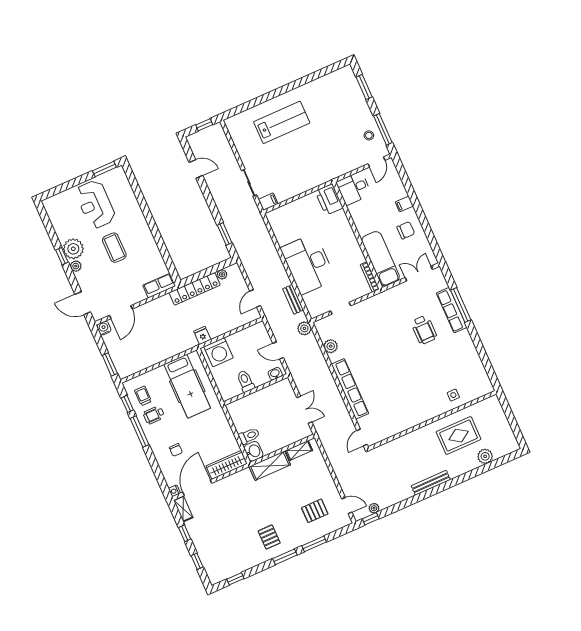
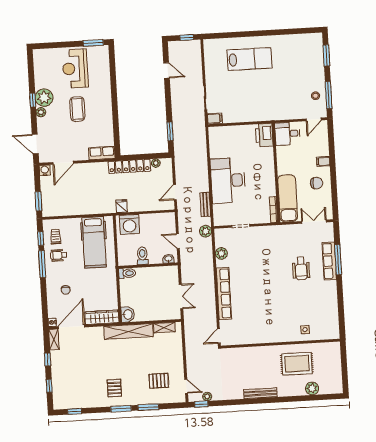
toilet: (249, 436) -> (127, 273), moved
shelving: (270, 466) -> (129, 331), width x1.47

